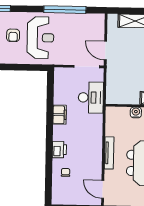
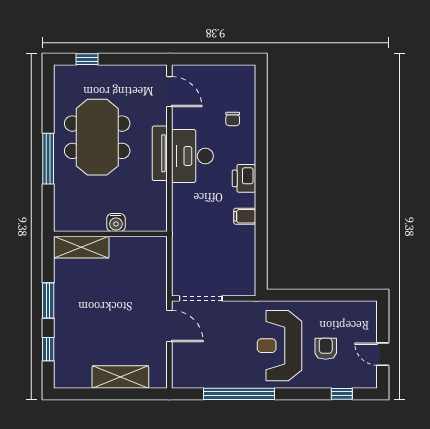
desk: (91, 98) -> (192, 156), moved
filing cabinet: (60, 115) -> (245, 216), width x0.50
printer: (59, 150) -> (244, 178), moved

